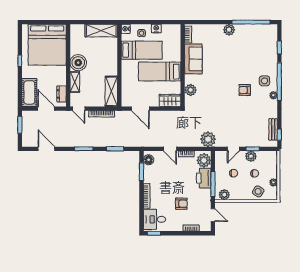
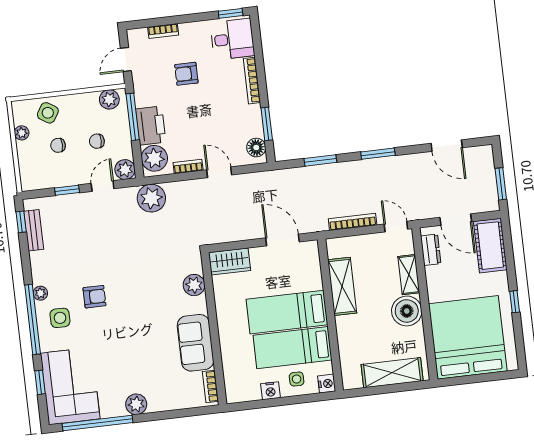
shelving: (101, 31) -> (392, 373), moved
corner sofa: (263, 44) -> (70, 386), added
bed: (160, 72) -> (287, 312), moved, turned 180
shelving: (111, 91) -> (342, 286), moved
plant: (251, 156) -> (125, 170), moved
door: (213, 215) -> (126, 59), hinge flipped

